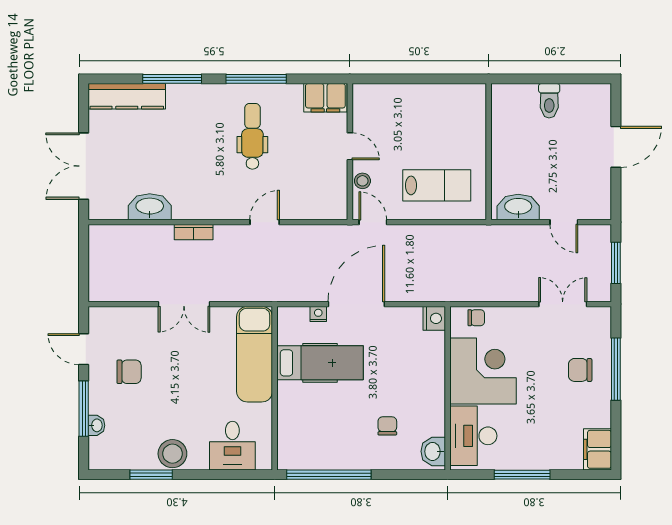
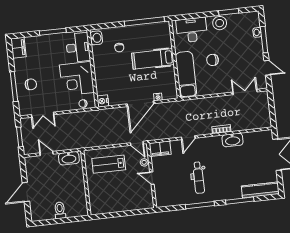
filing cabinet: (325, 98) -> (160, 149), moved, turned 180
washbasin: (150, 207) -> (233, 140), moved
double door: (184, 304) -> (245, 92), moved
hospital bed: (320, 363) -> (153, 59), moved
chair: (129, 372) -> (213, 60), moved
desk: (232, 446) -> (192, 30), width x1.37

